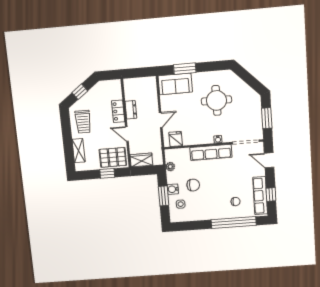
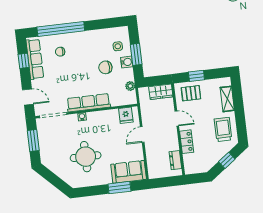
dresser: (131, 110) -> (175, 160), moved
pallet: (113, 157) -> (191, 93), width x0.67, depth x0.71

